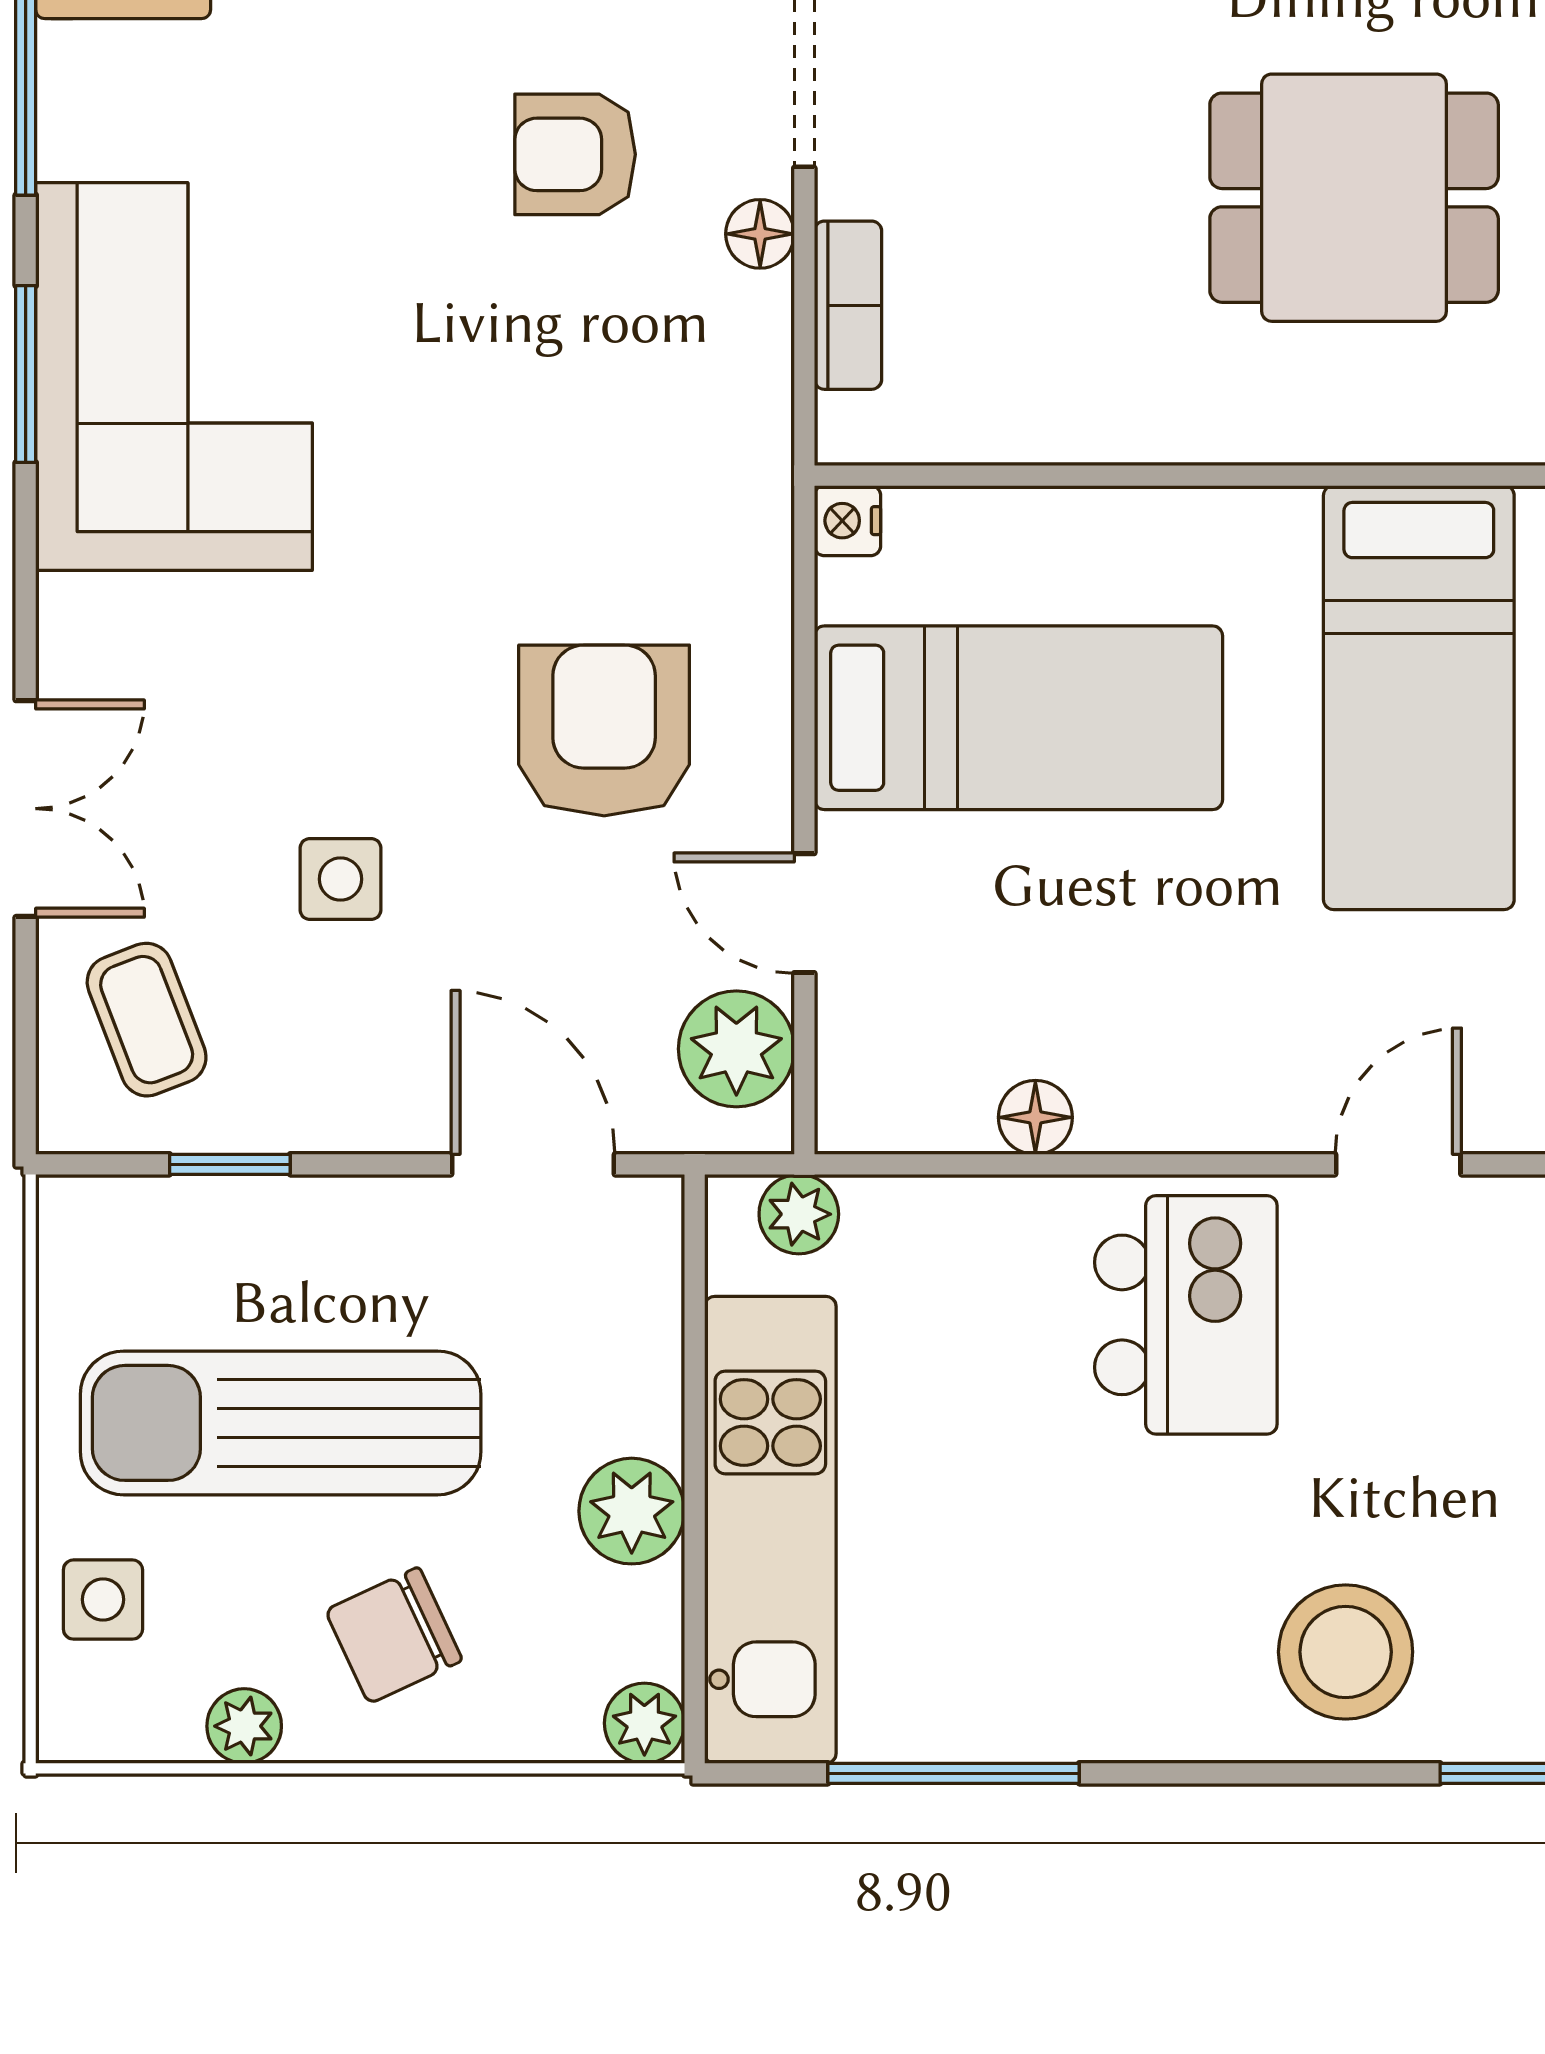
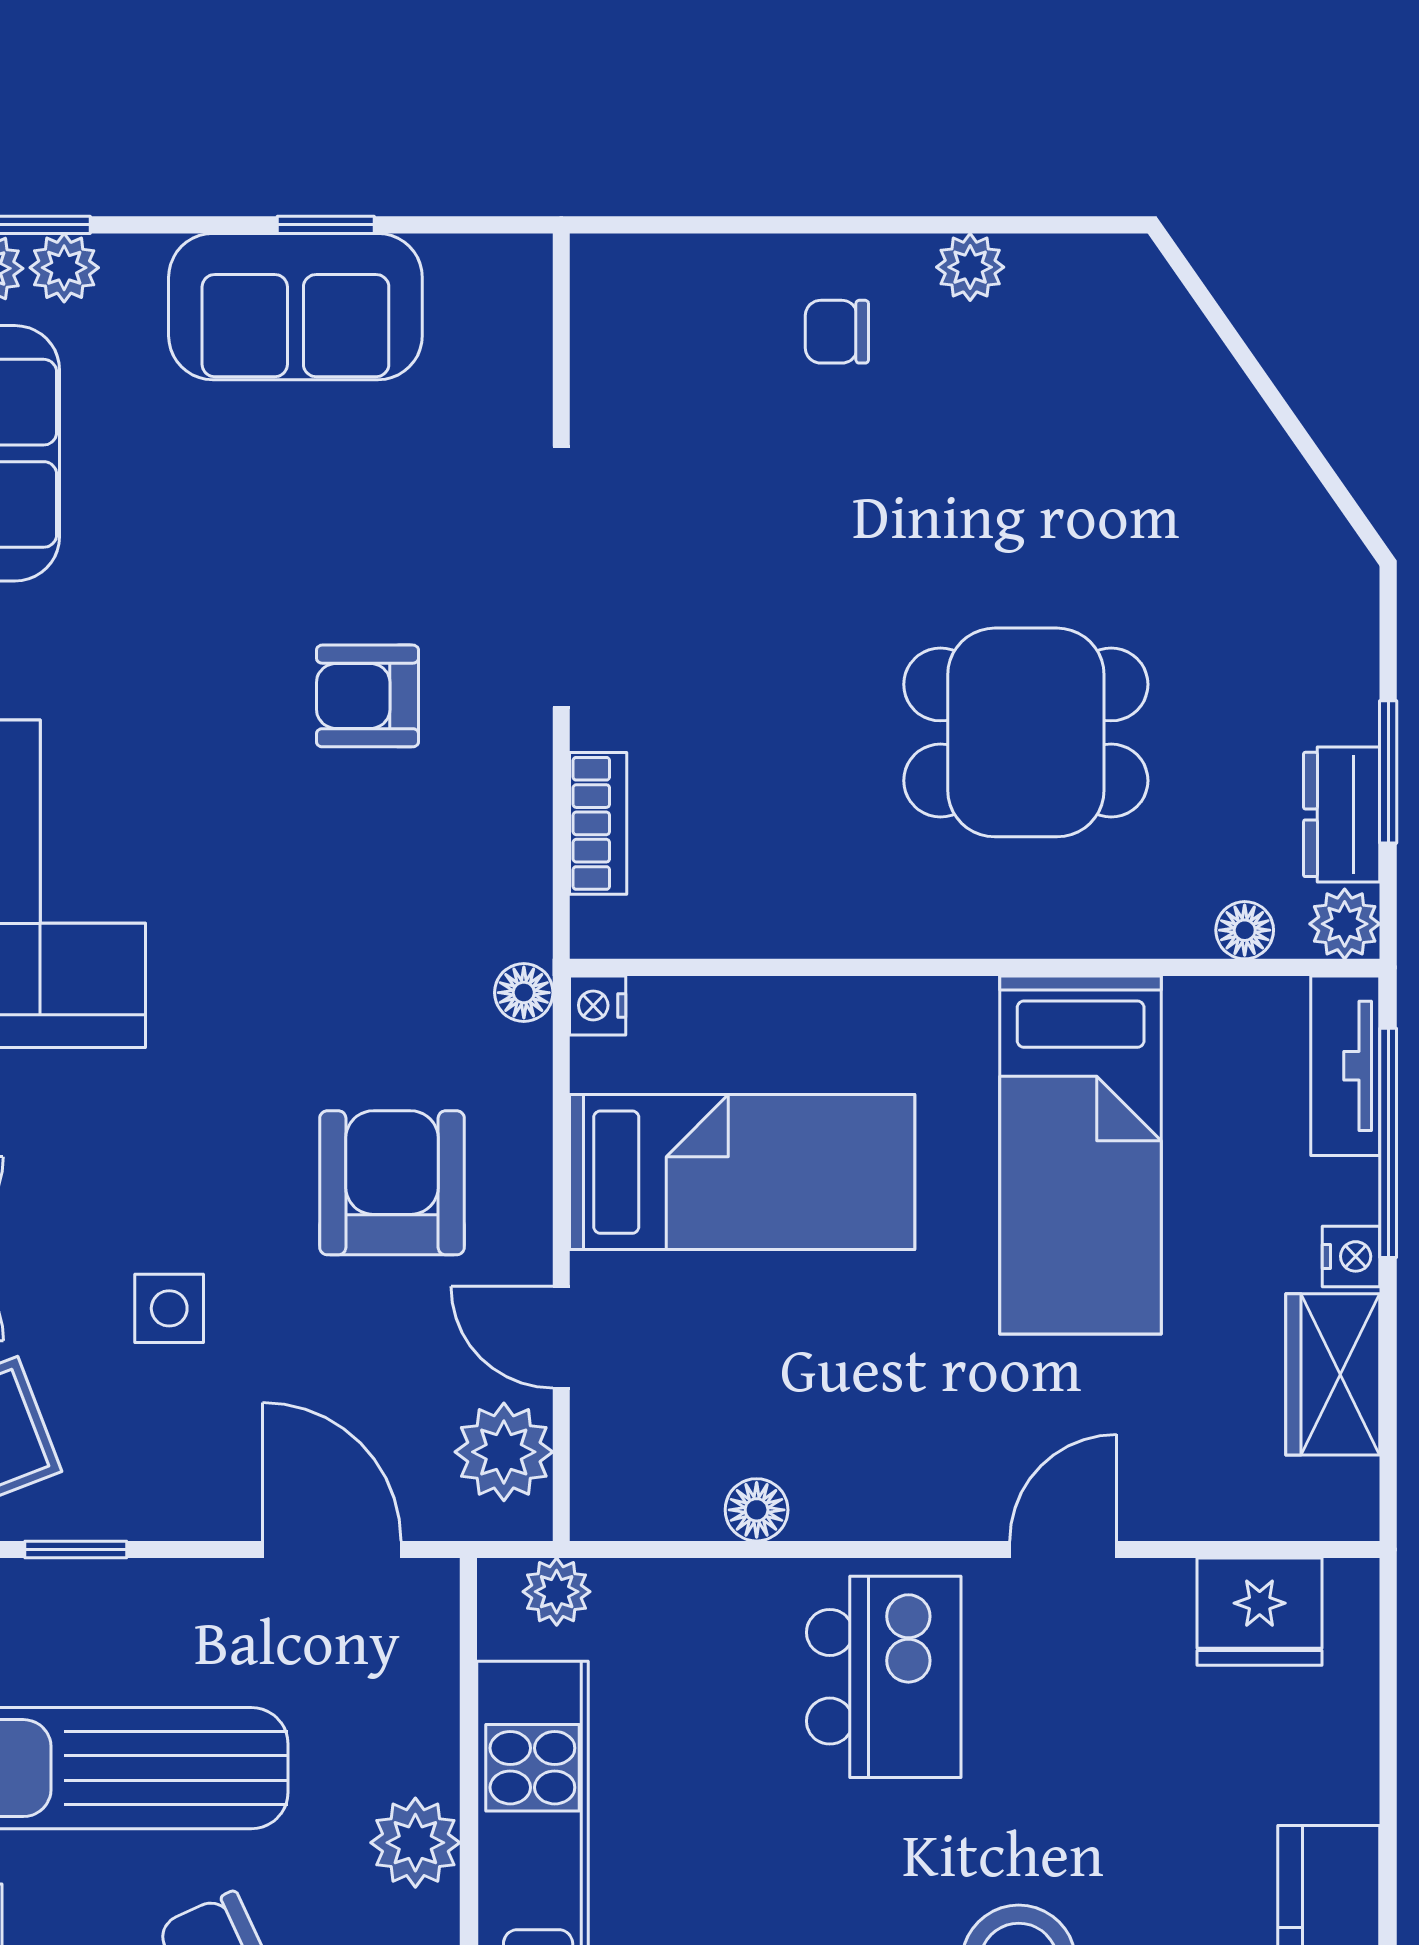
floor lamp: (760, 234) -> (524, 993), moved

